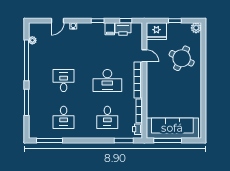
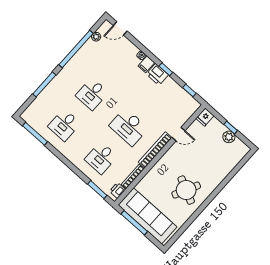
door: (58, 21) -> (120, 28), moved
plant: (196, 28) -> (229, 137), moved
filing cabinet: (110, 29) -> (146, 64), moved
printer: (123, 29) -> (157, 74), moved
fridge: (156, 31) -> (205, 117), width x0.53, depth x0.75
door: (144, 56) -> (179, 134), hinge flipped
round table: (182, 58) -> (186, 190), moved
desk: (64, 81) -> (92, 94), turned 180

